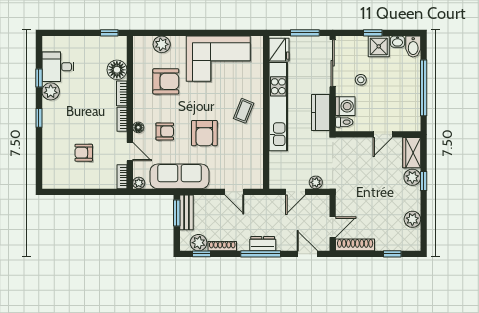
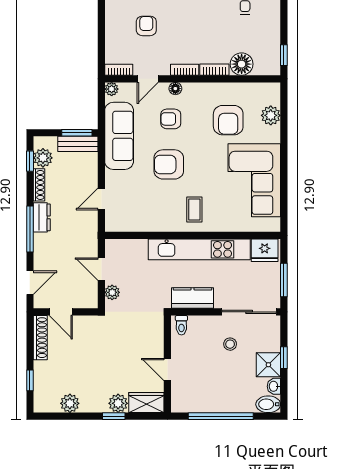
washing machine: (345, 106) -> (200, 326), removed
coffee table: (244, 111) -> (194, 210), turned 68
armchair: (165, 131) -> (171, 119), turned 90
dresser: (263, 244) -> (42, 217), moved

